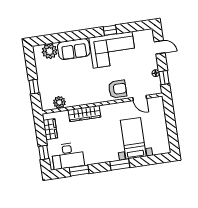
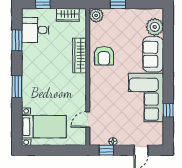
window: (110, 30) -> (168, 110), moved
armchair: (118, 89) -> (104, 56), moved
plant: (59, 102) -> (96, 15), moved
bed with nightstands: (133, 138) -> (44, 127), moved
desk: (68, 156) -> (35, 30), width x0.73

